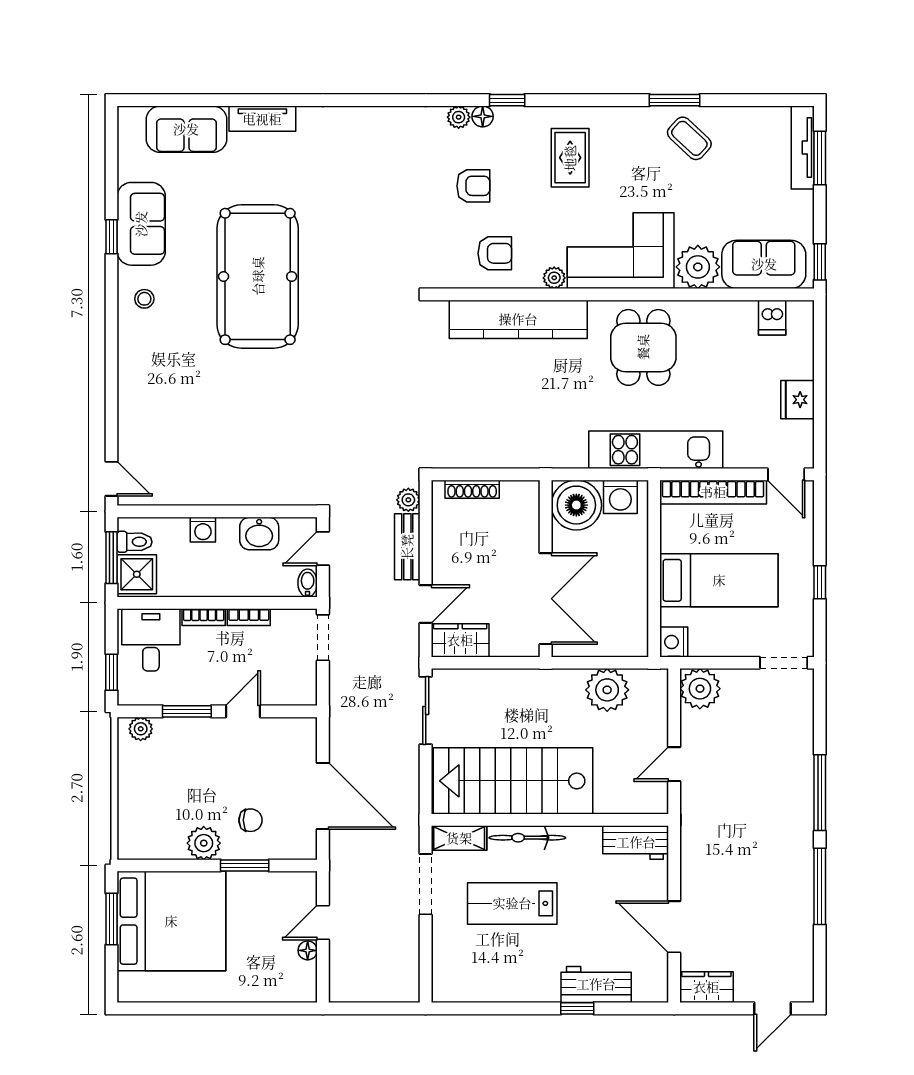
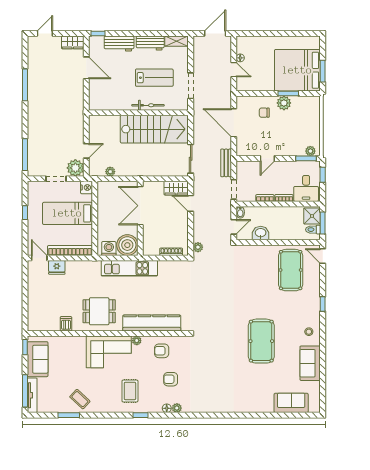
window: (507, 100) -> (140, 415), moved
window: (674, 100) -> (69, 415), moved
tv unit: (262, 119) -> (259, 407), removed
window: (820, 158) -> (25, 391), width x1.44
window: (112, 237) -> (323, 304), moved
sofa: (764, 264) -> (38, 359), moved, turned -90
plant: (698, 267) -> (76, 345), removed
pool table: (258, 276) -> (261, 341), width x0.73, depth x0.76
dishwasher: (772, 318) -> (66, 324), moved
dining table: (643, 347) -> (99, 311), turned 90
fridge: (797, 400) -> (57, 267), moved, turned 90
pool table: (188, 446) -> (291, 270), added
kitchen unit: (656, 450) -> (129, 268), moved
washing machine: (203, 530) -> (284, 235), removed
bench: (407, 547) -> (226, 163), moved
door: (426, 604) -> (191, 203), hinge flipped
doorway: (784, 663) -> (56, 179), moved
plant: (607, 690) -> (110, 172), width x0.53, depth x0.53
window: (187, 711) -> (306, 158), moved
door: (674, 764) -> (86, 151), moved
window: (820, 793) -> (25, 155), moved
shelving: (459, 838) -> (177, 41), moved
workbench: (636, 842) -> (150, 43), moved, turned 180
window: (245, 866) -> (288, 94), moved
door: (323, 923) -> (234, 70), hinge flipped
door: (368, 1008) -> (215, 34), added
window: (577, 1008) -> (98, 34), moved

